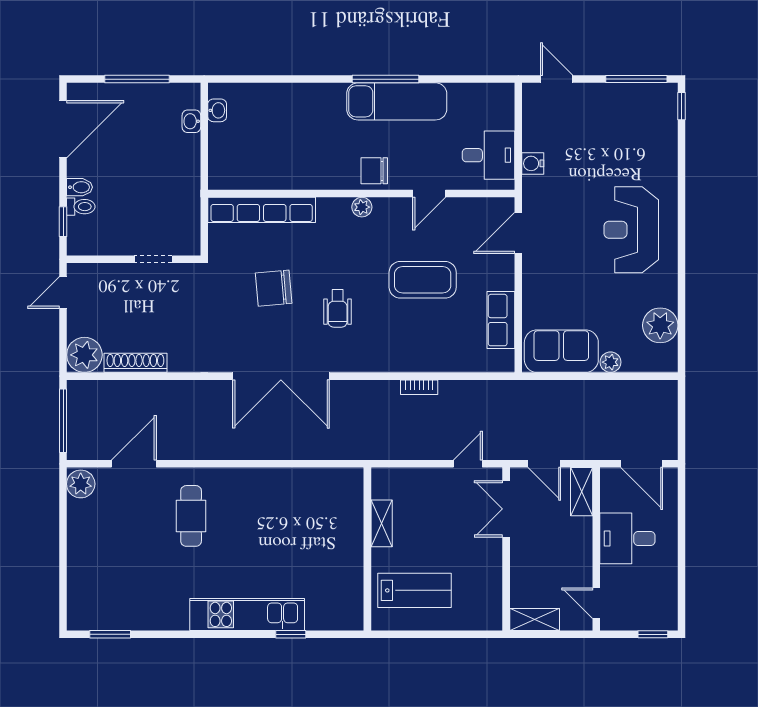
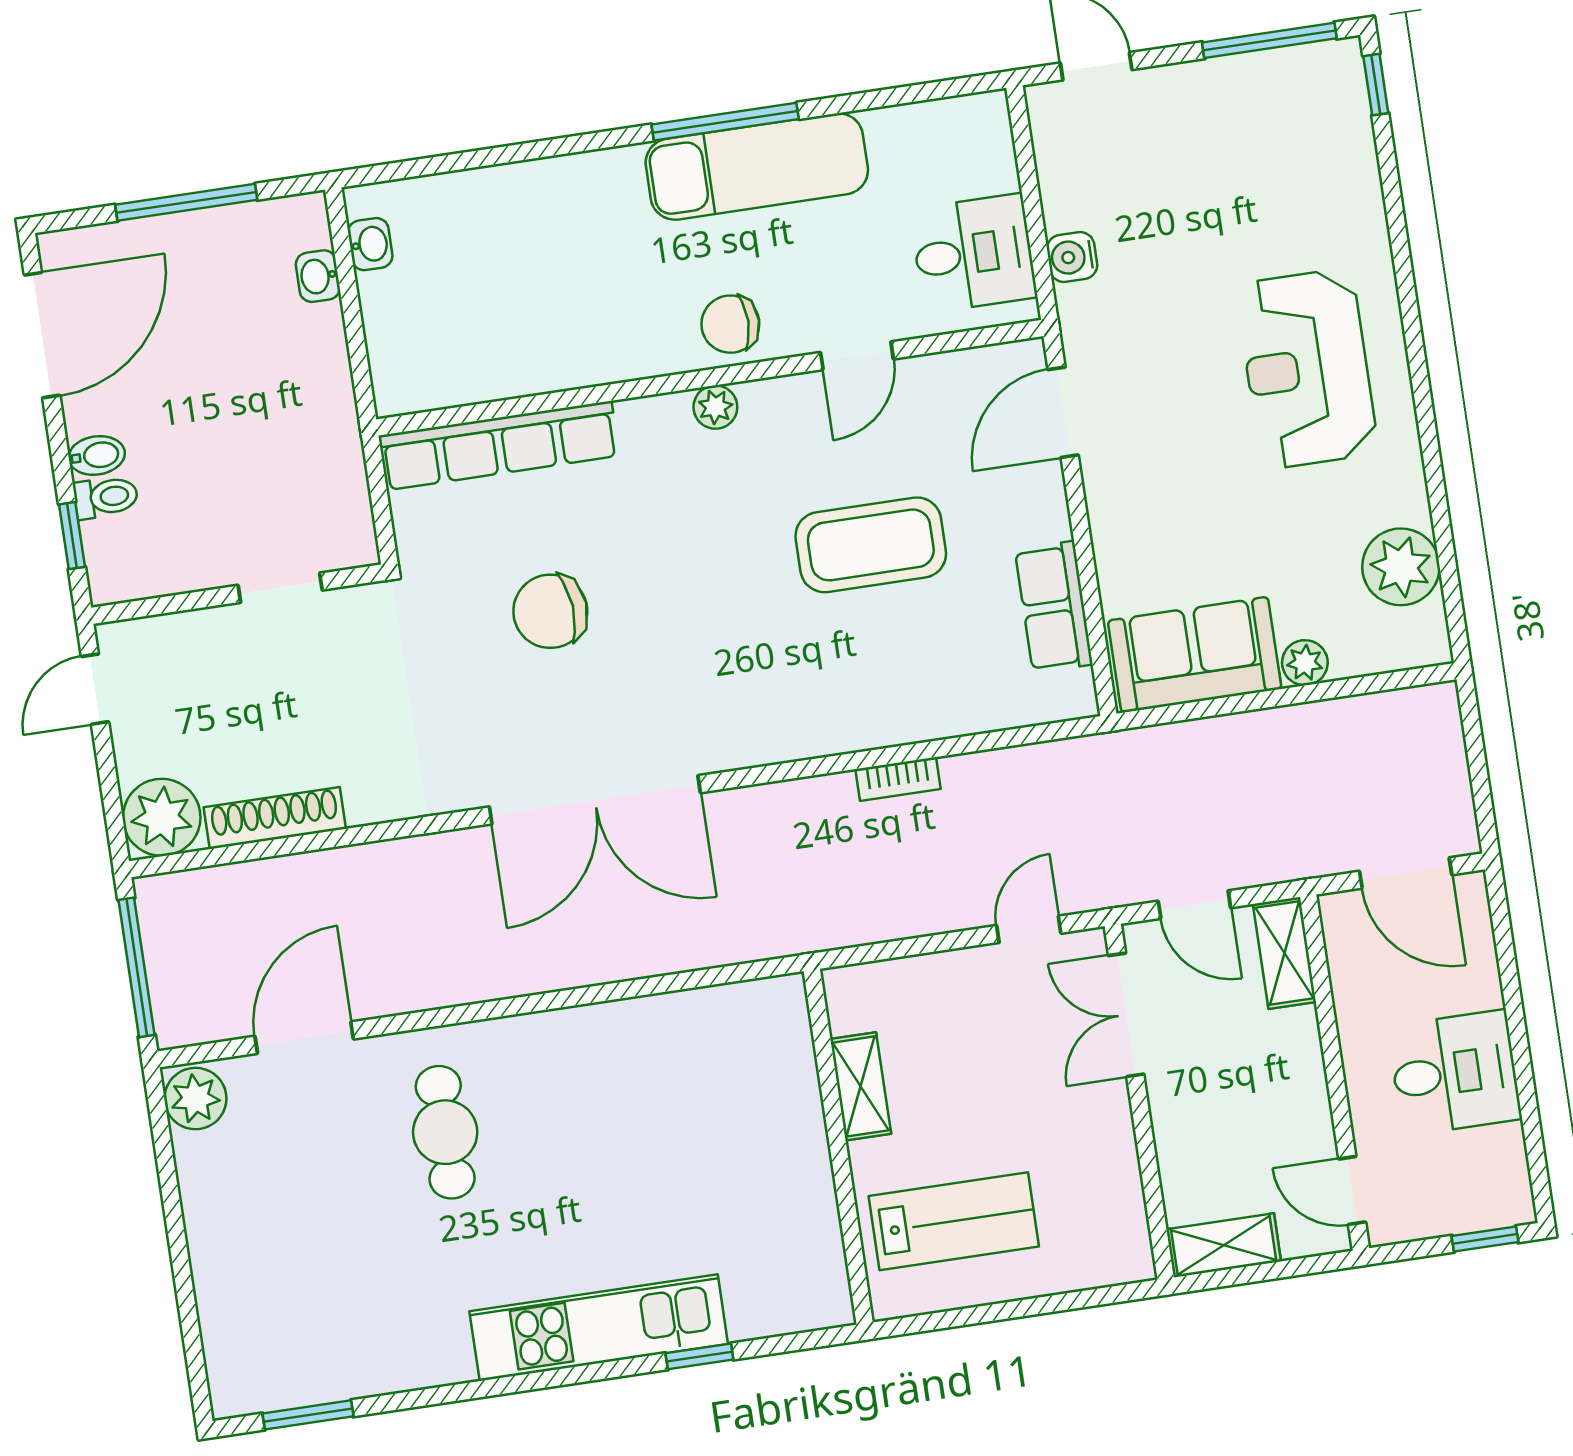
wheelchair: (338, 309) -> (696, 635), removed
desk: (627, 538) -> (1455, 1073), moved, turned 180

